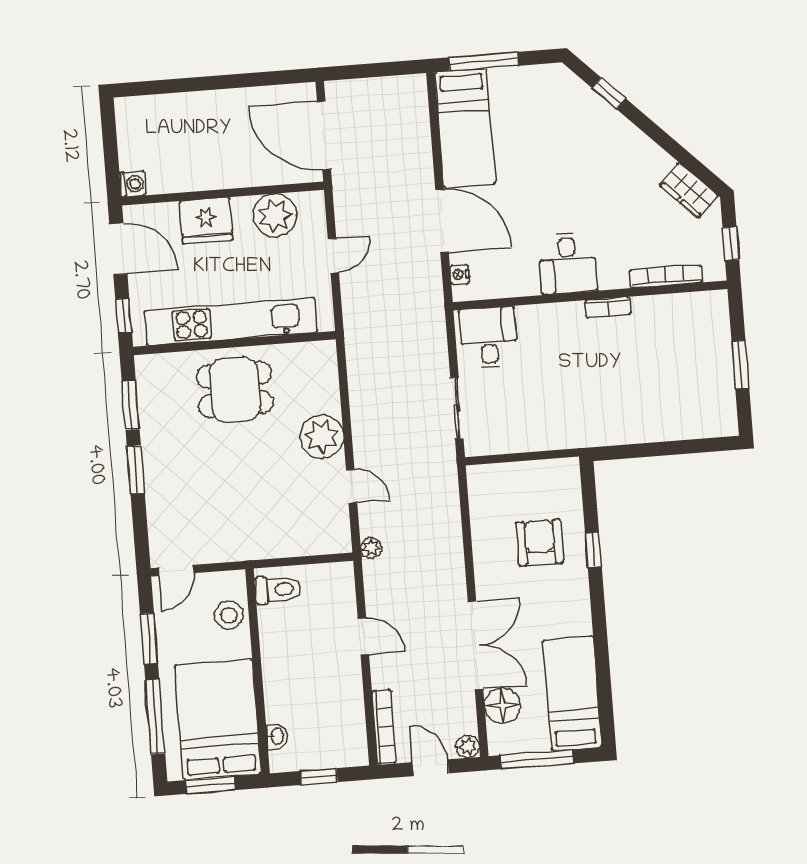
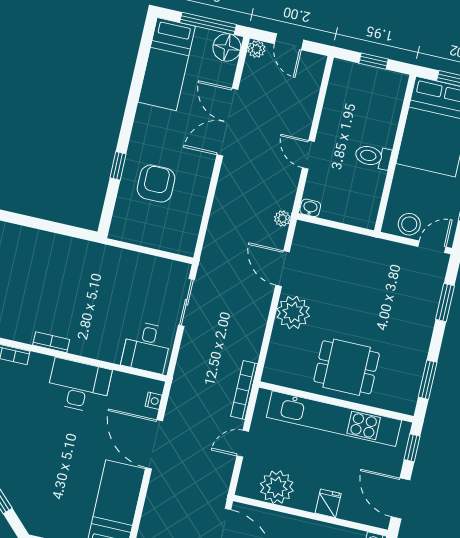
fridge: (206, 221) -> (328, 503), width x0.53, depth x0.75
desk: (568, 263) -> (79, 386), width x1.37
window: (136, 470) -> (445, 303), moved
door: (352, 486) -> (283, 269), width x1.38
armchair: (540, 543) -> (156, 184), turned 180
toilet: (278, 589) -> (373, 157), moved
stool: (229, 615) -> (409, 224), moved
floor lamp: (502, 705) -> (227, 47), moved
bookcase: (384, 727) -> (244, 390), moved
washbasin: (277, 736) -> (310, 208), moved, turned 90

